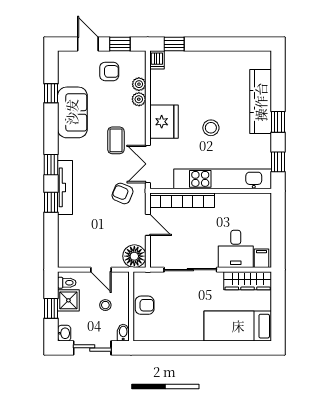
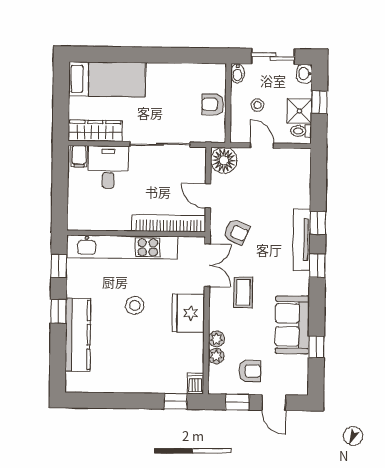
armchair: (109, 71) -> (250, 371), turned 180

